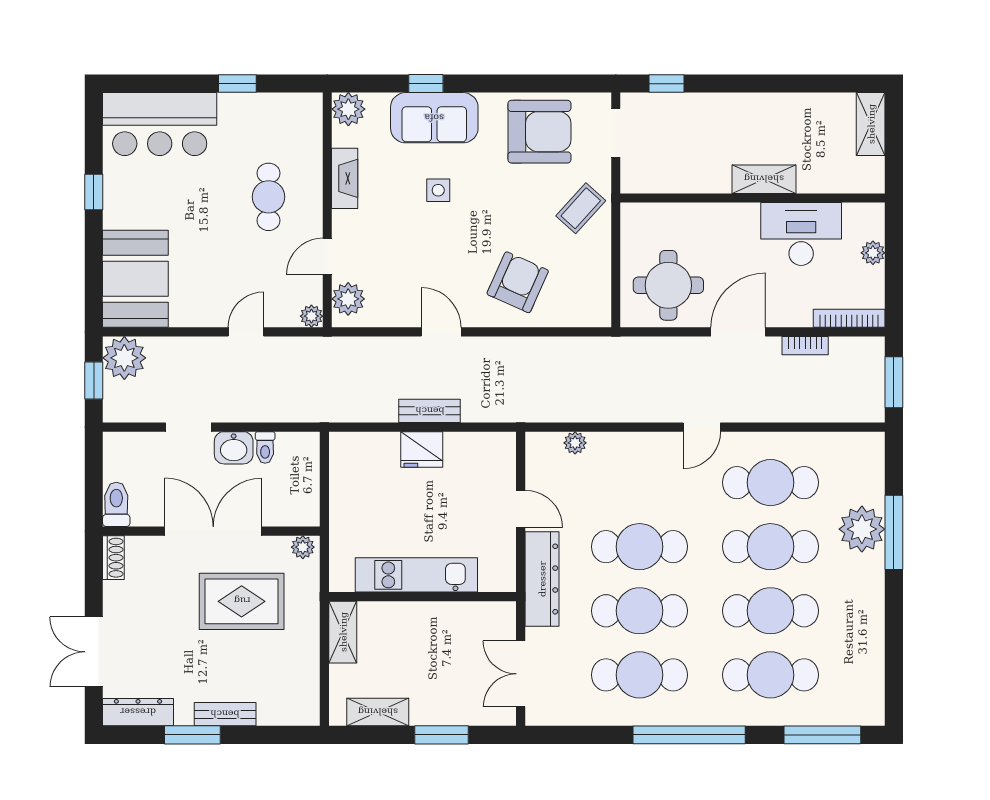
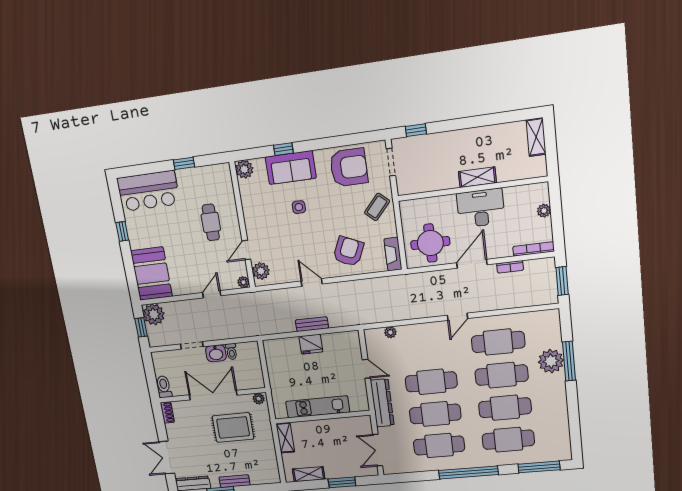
fireplace: (345, 178) -> (393, 254), moved, turned 180
desk: (801, 234) -> (481, 208), moved

